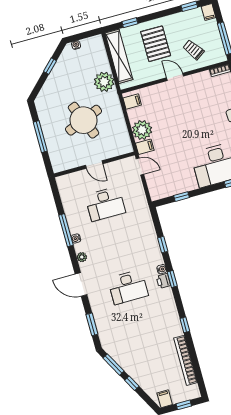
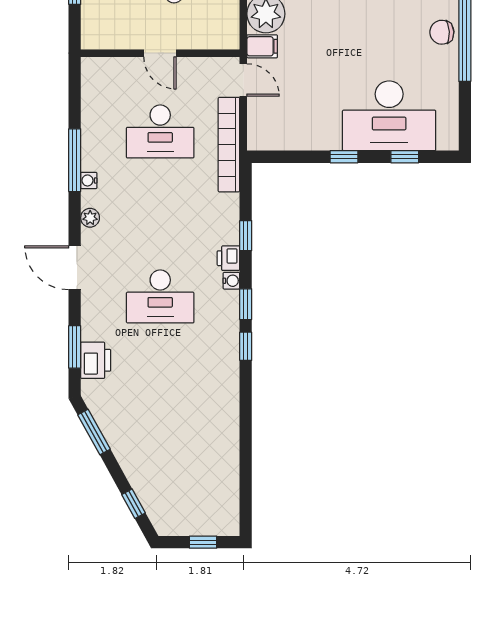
window: (181, 197) -> (344, 157), moved
printer: (163, 281) -> (228, 258), moved
window: (185, 325) -> (246, 346), moved
printer: (104, 328) -> (96, 360), added
bookcase: (185, 360) -> (229, 145), moved
window: (132, 383) -> (134, 504), moved
filing cabinet: (165, 399) -> (171, 521), removed

